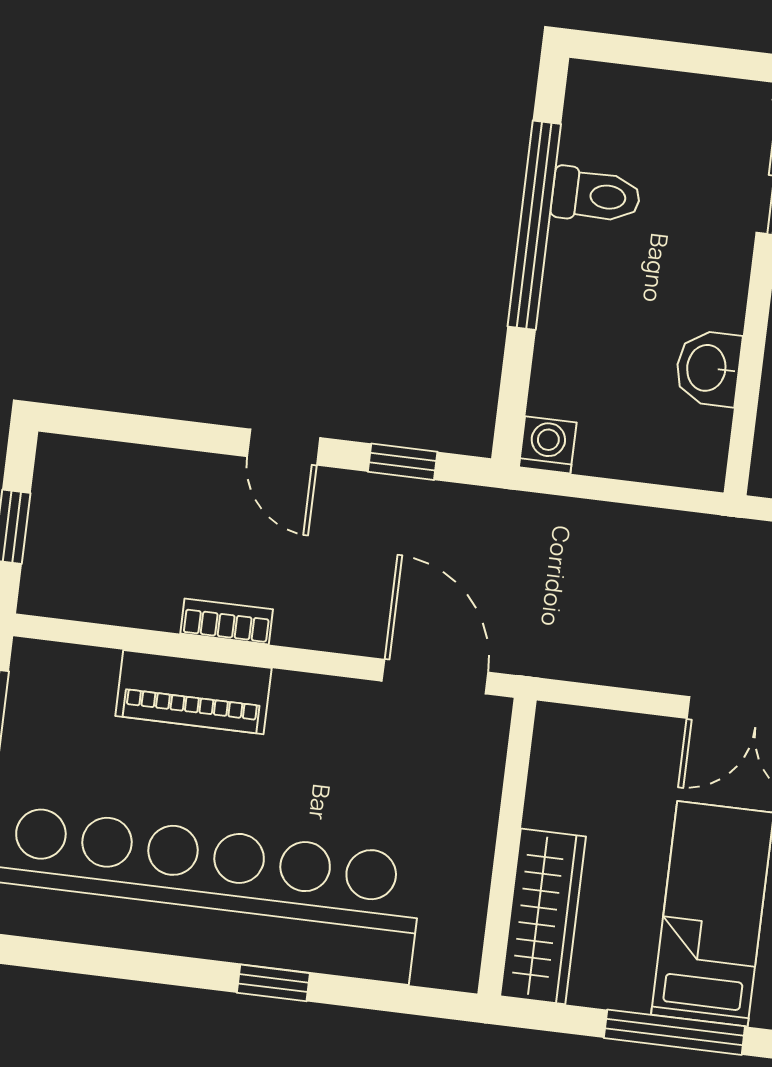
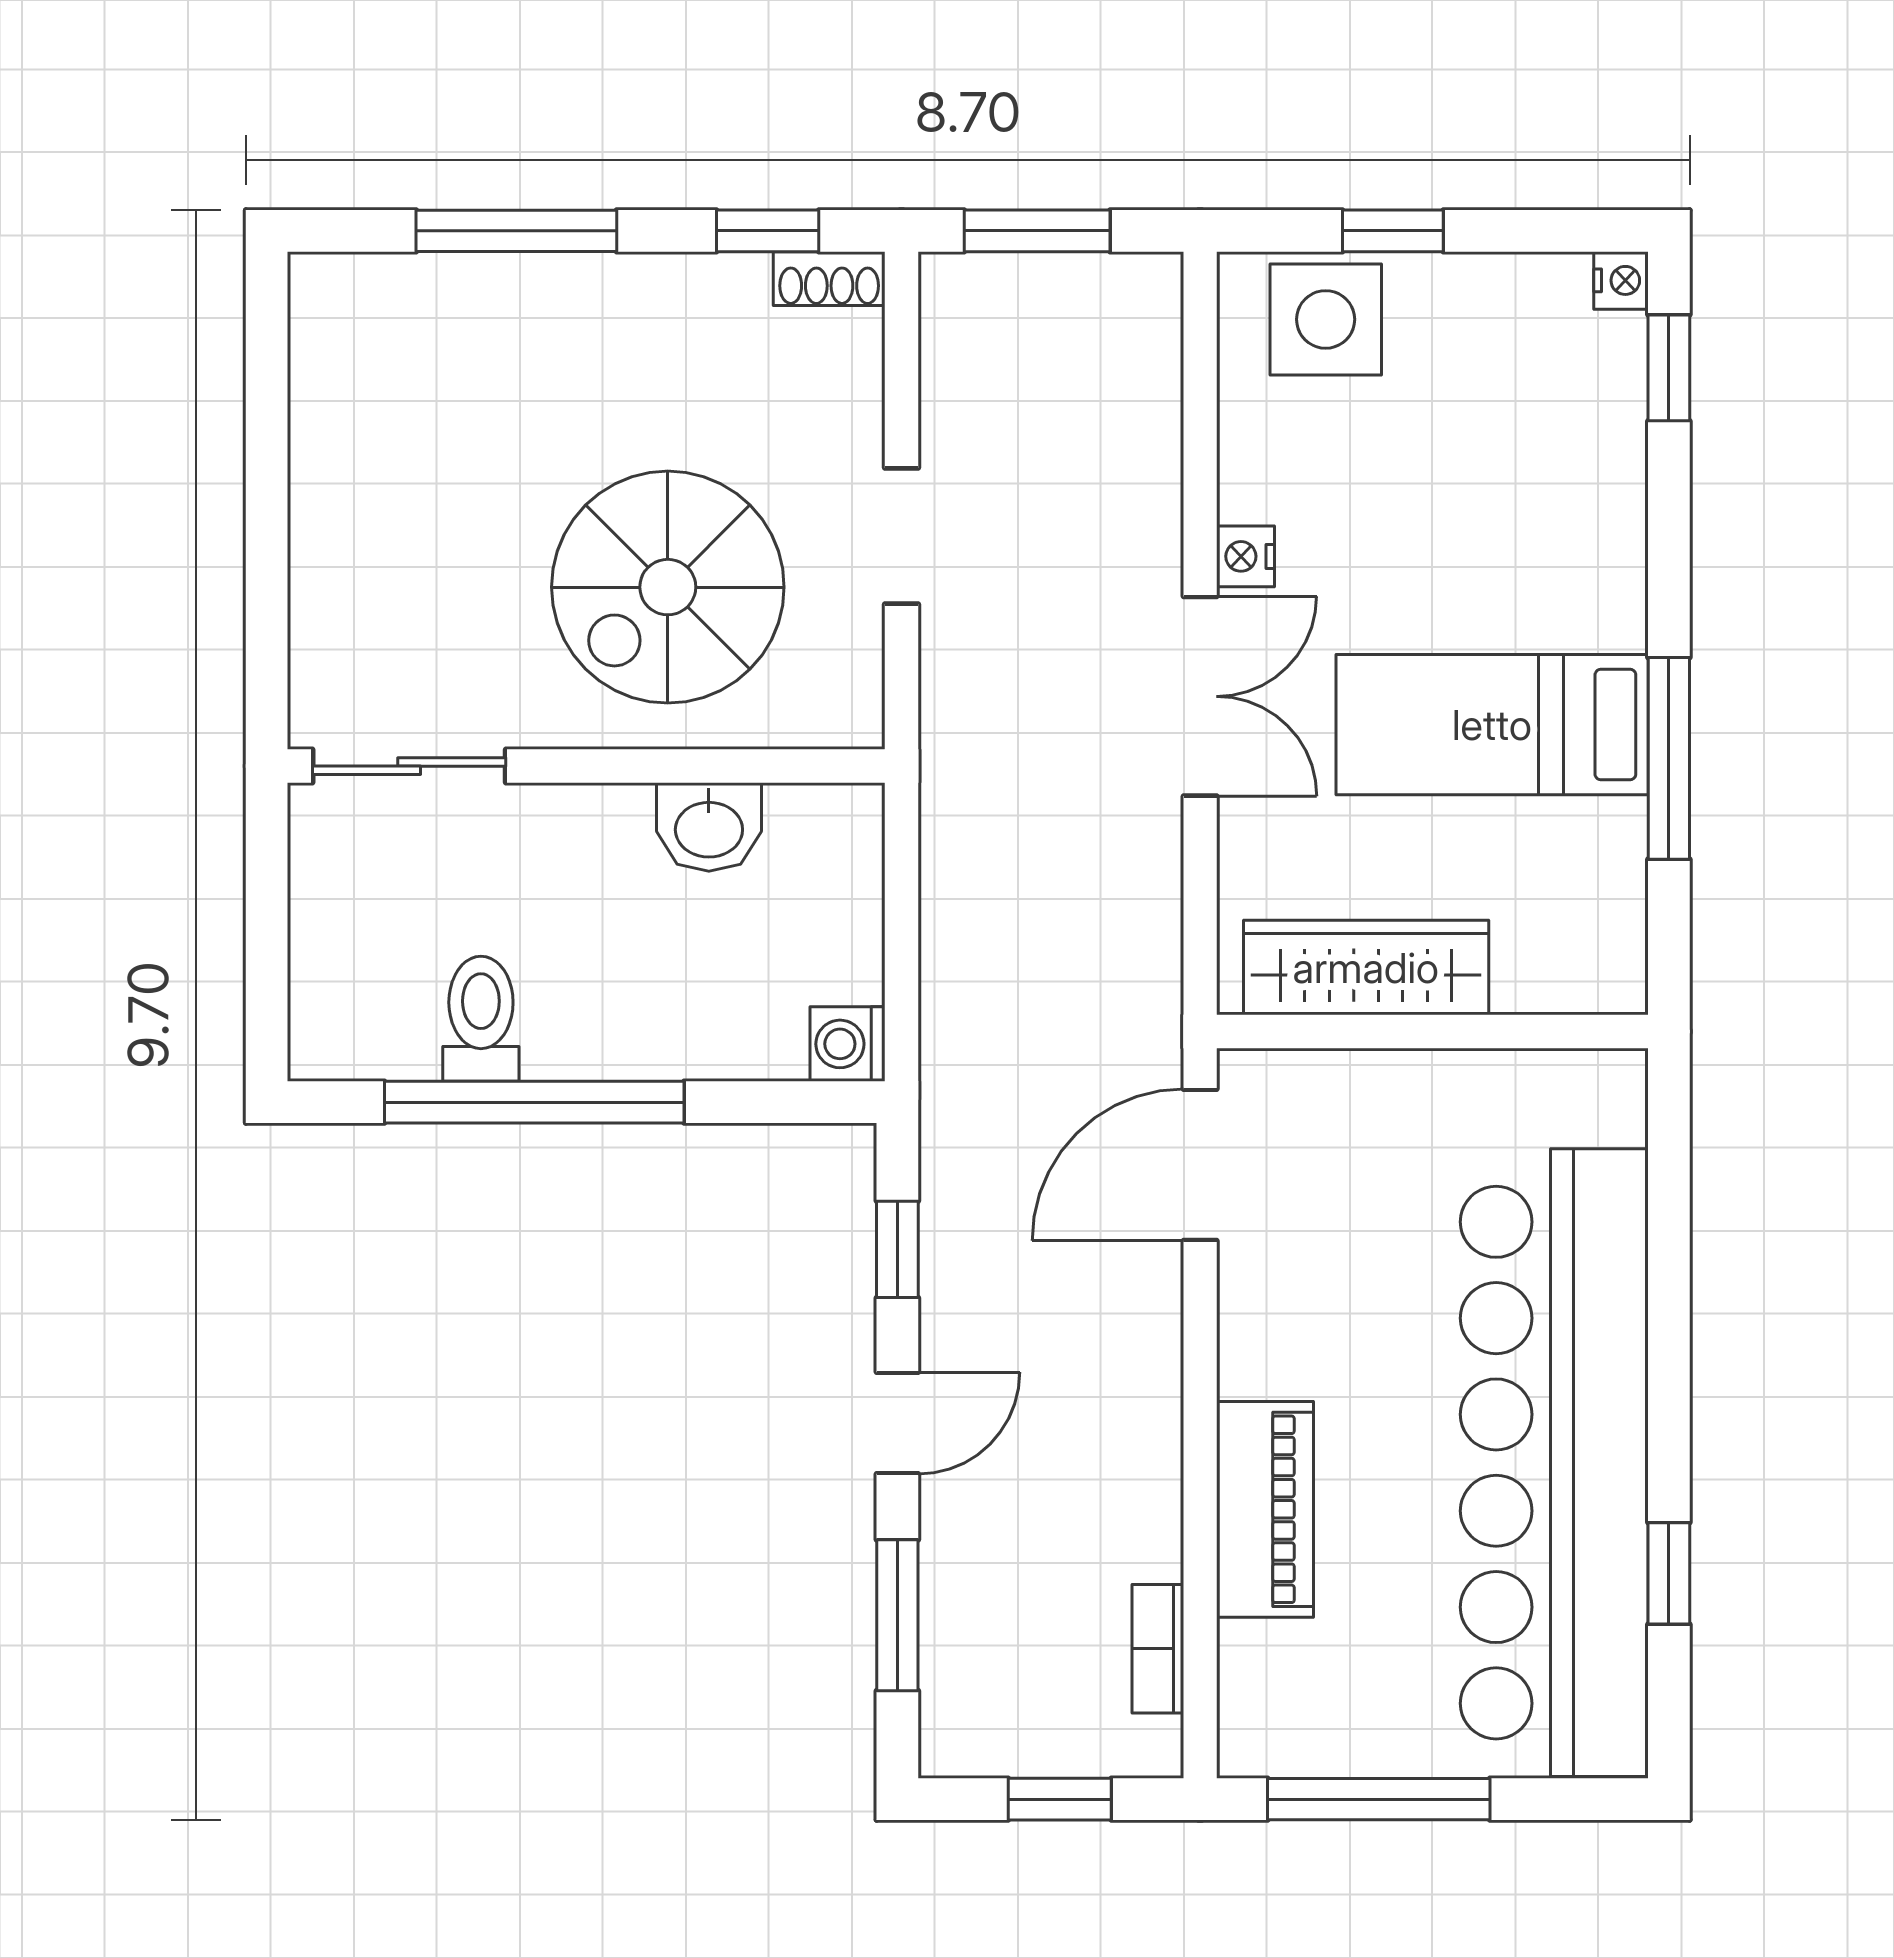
window: (152, 431) -> (897, 1615), added
bookcase: (227, 621) -> (1158, 1649), moved
wardrobe: (543, 916) -> (1366, 968), moved
window: (273, 983) -> (1669, 1573), moved

